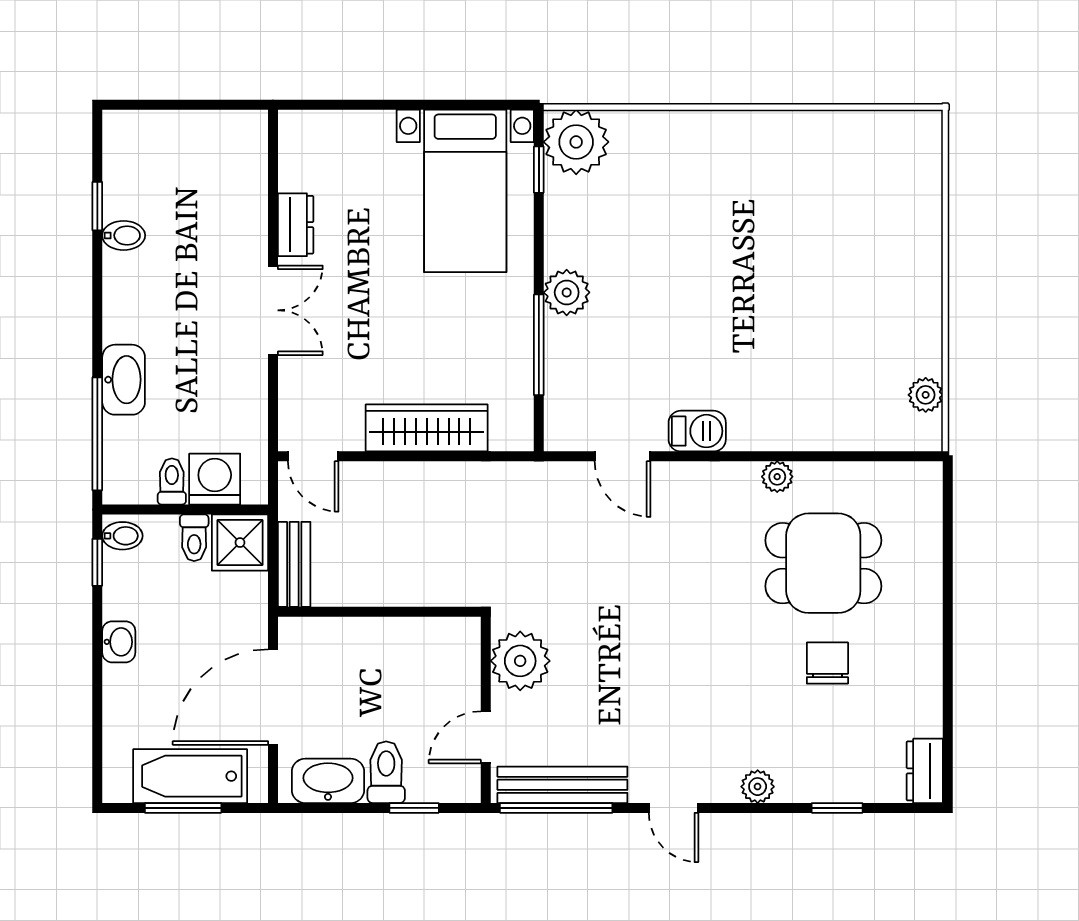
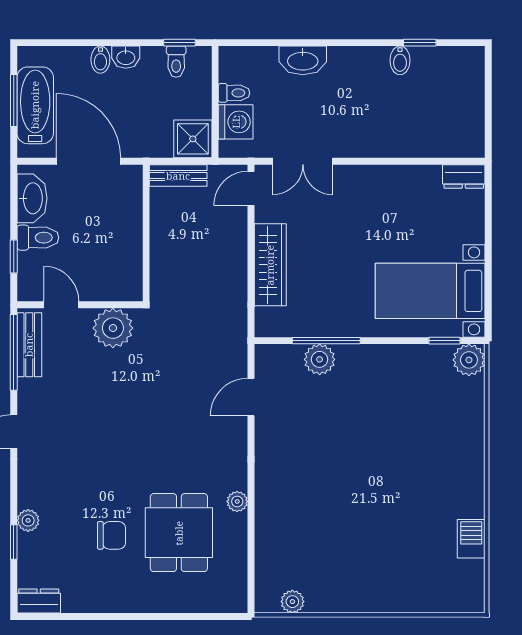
plant: (576, 142) -> (469, 360), width x0.73, depth x0.73
dresser: (296, 225) -> (464, 176), moved
plant: (567, 292) -> (320, 359), moved
double door: (273, 310) -> (303, 161), moved
barbecue: (697, 431) -> (471, 539), moved, turned 180
window: (97, 434) -> (266, 43), removed
bidet: (122, 536) -> (100, 60), moved
toilet: (194, 538) -> (176, 62), moved, turned -90
bench: (562, 785) -> (29, 345), width x0.73
plant: (758, 787) -> (28, 520), moved

